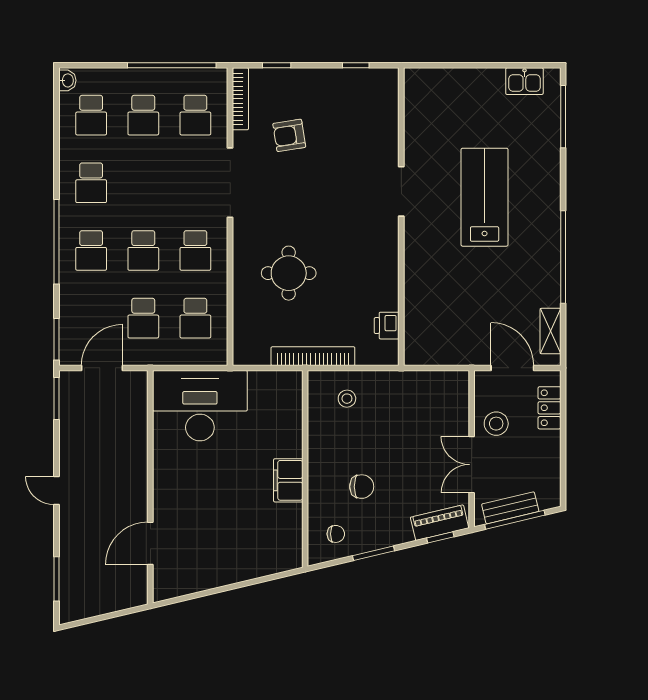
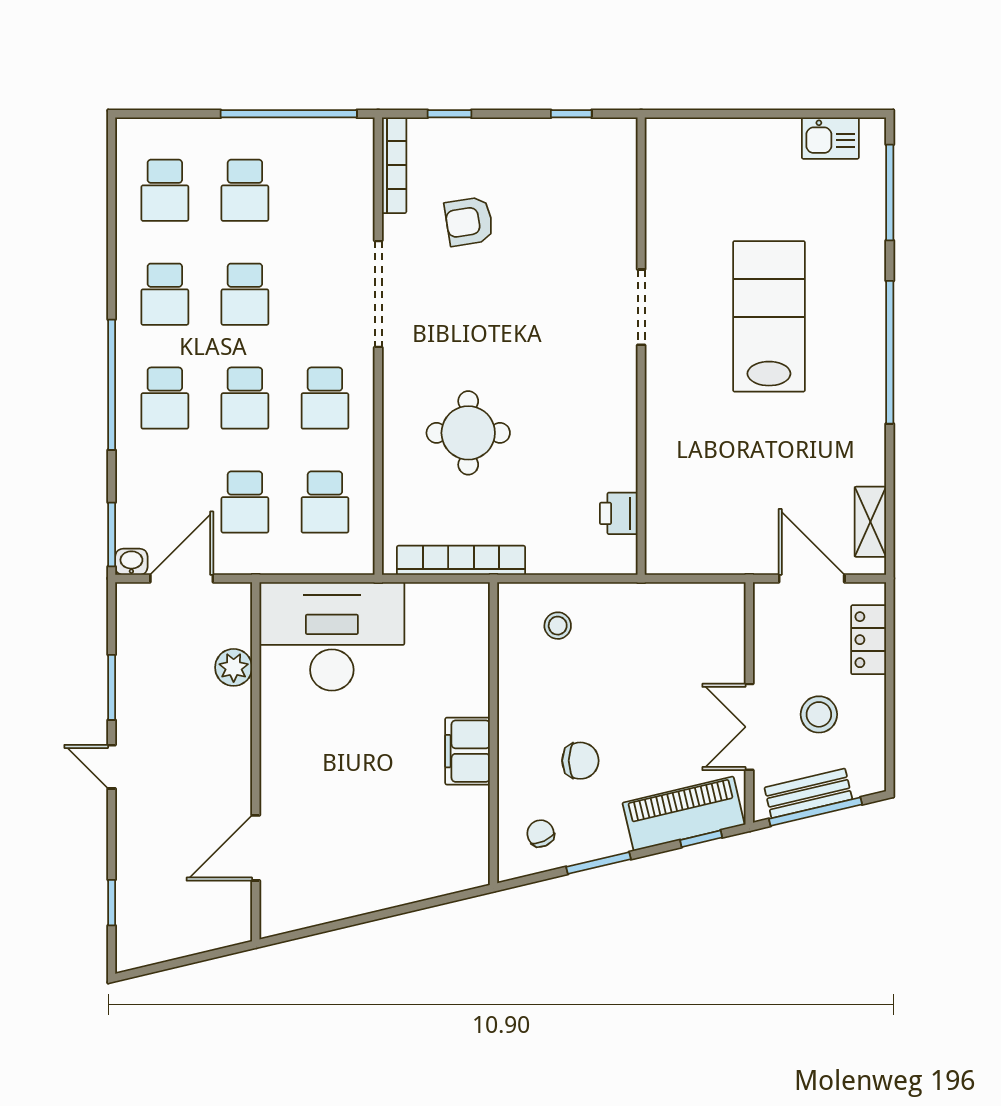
washbasin: (67, 80) -> (131, 562), moved, turned -90
school desk: (195, 115) -> (245, 294), moved
window: (563, 257) -> (890, 352), moved
bookcase: (313, 356) -> (461, 560), moved
window: (56, 398) -> (112, 687), moved
stool: (496, 424) -> (819, 714), moved
plant: (136, 426) -> (234, 667), added
piano: (440, 523) -> (684, 814), width x1.37, depth x1.33
chair: (336, 534) -> (541, 833), turned -114
window: (56, 579) -> (112, 903), width x0.67

